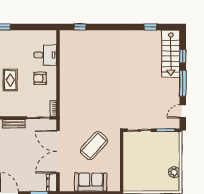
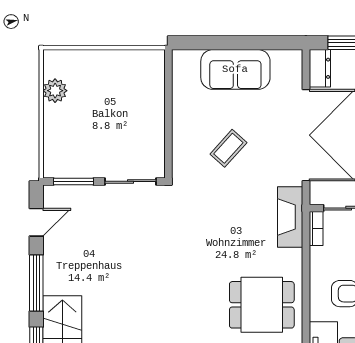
dining table: (78, 73) -> (262, 305), added
fireplace: (65, 114) -> (290, 217), added
coffee table: (94, 146) -> (228, 148), width x0.54, depth x0.58

